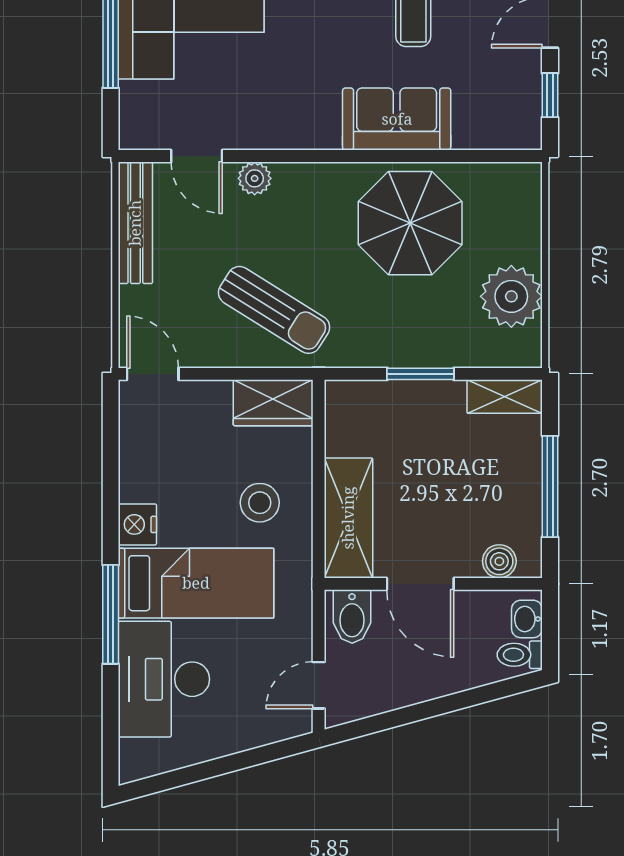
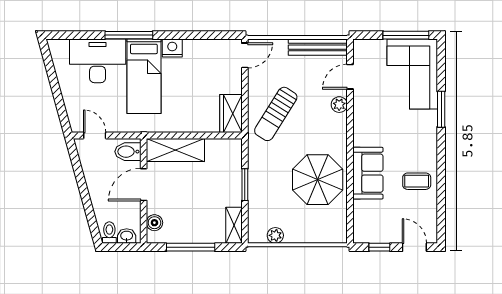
plant: (511, 296) -> (275, 235), width x0.53, depth x0.53
stool: (260, 503) -> (183, 107), removed

